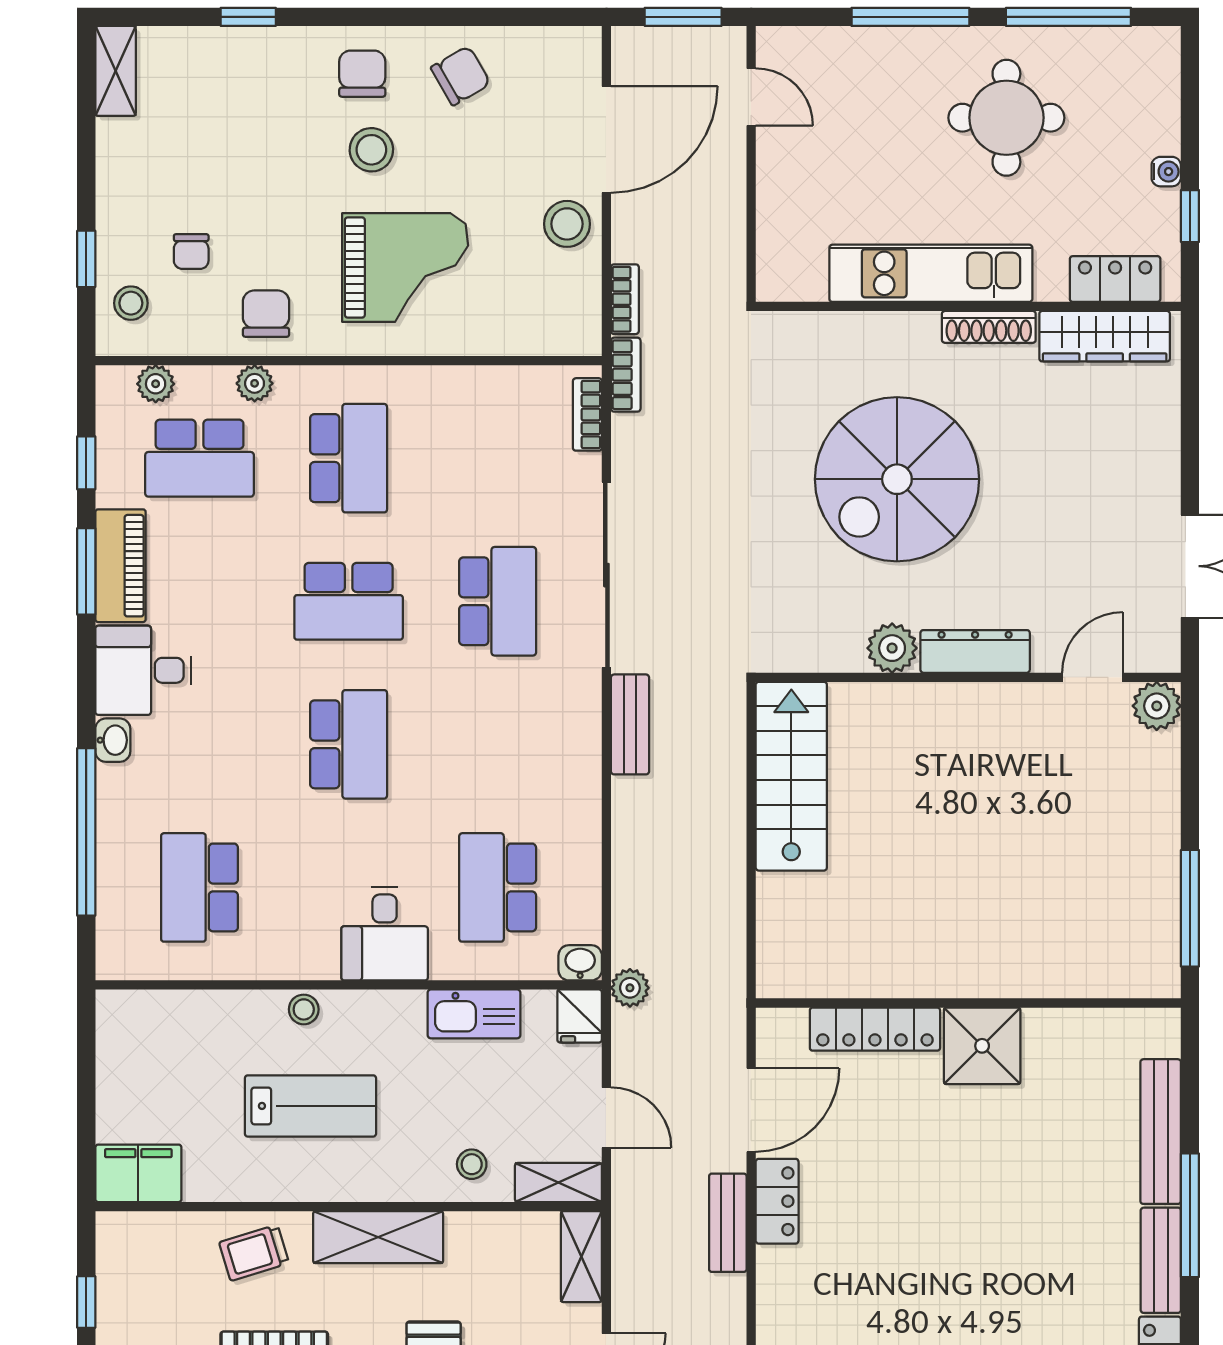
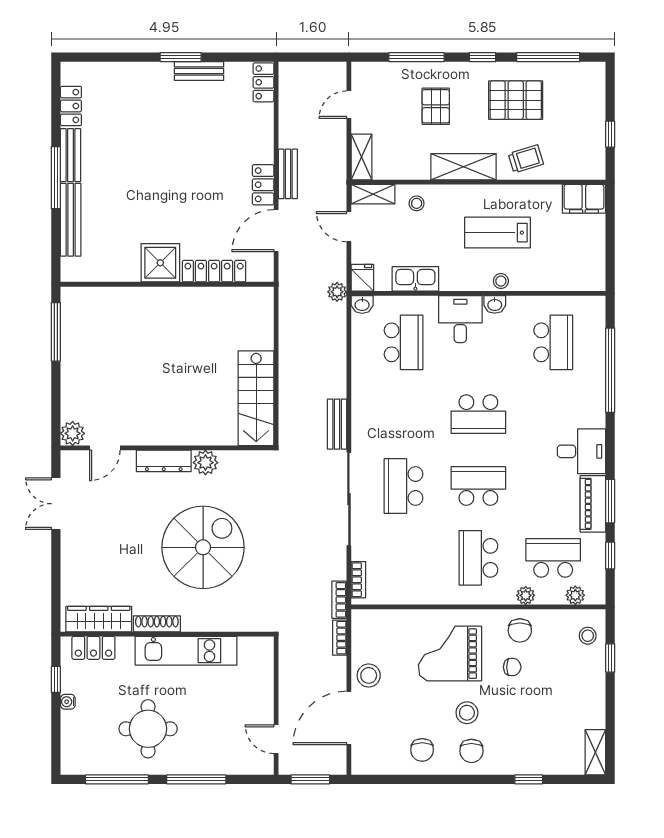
chair: (461, 76) -> (422, 750), turned -60
chair: (191, 252) -> (512, 667), moved, turned 90
washbasin: (113, 740) -> (495, 304), moved, turned -90
school desk: (349, 744) -> (478, 414), turned -90

